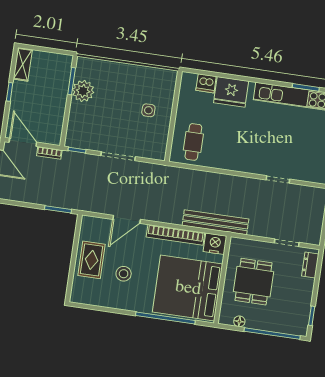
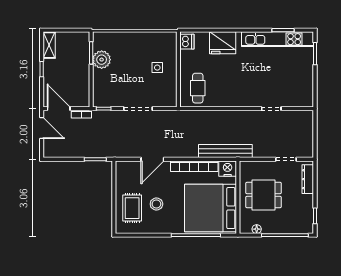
dishwasher: (206, 83) -> (187, 42), moved, turned -90
rug: (92, 260) -> (132, 208), moved
dresser: (310, 265) -> (308, 179), width x1.44
dining table: (254, 282) -> (263, 195), turned 90

